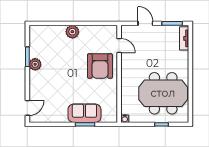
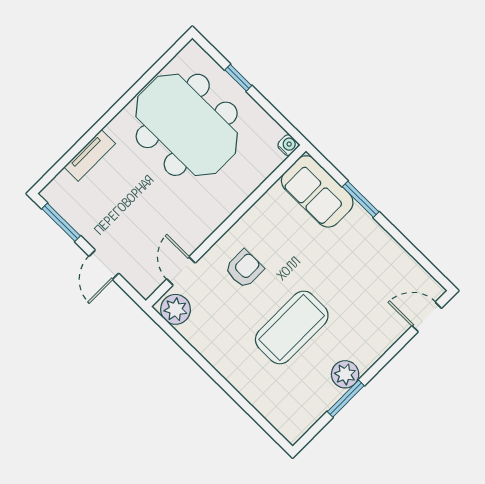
plant: (72, 32) -> (176, 309), moved
tv unit: (184, 38) -> (90, 155), moved
coffee table: (67, 62) -> (292, 327), added
armchair: (100, 66) -> (244, 269), width x0.53, depth x0.53
sofa: (84, 113) -> (317, 191), moved

